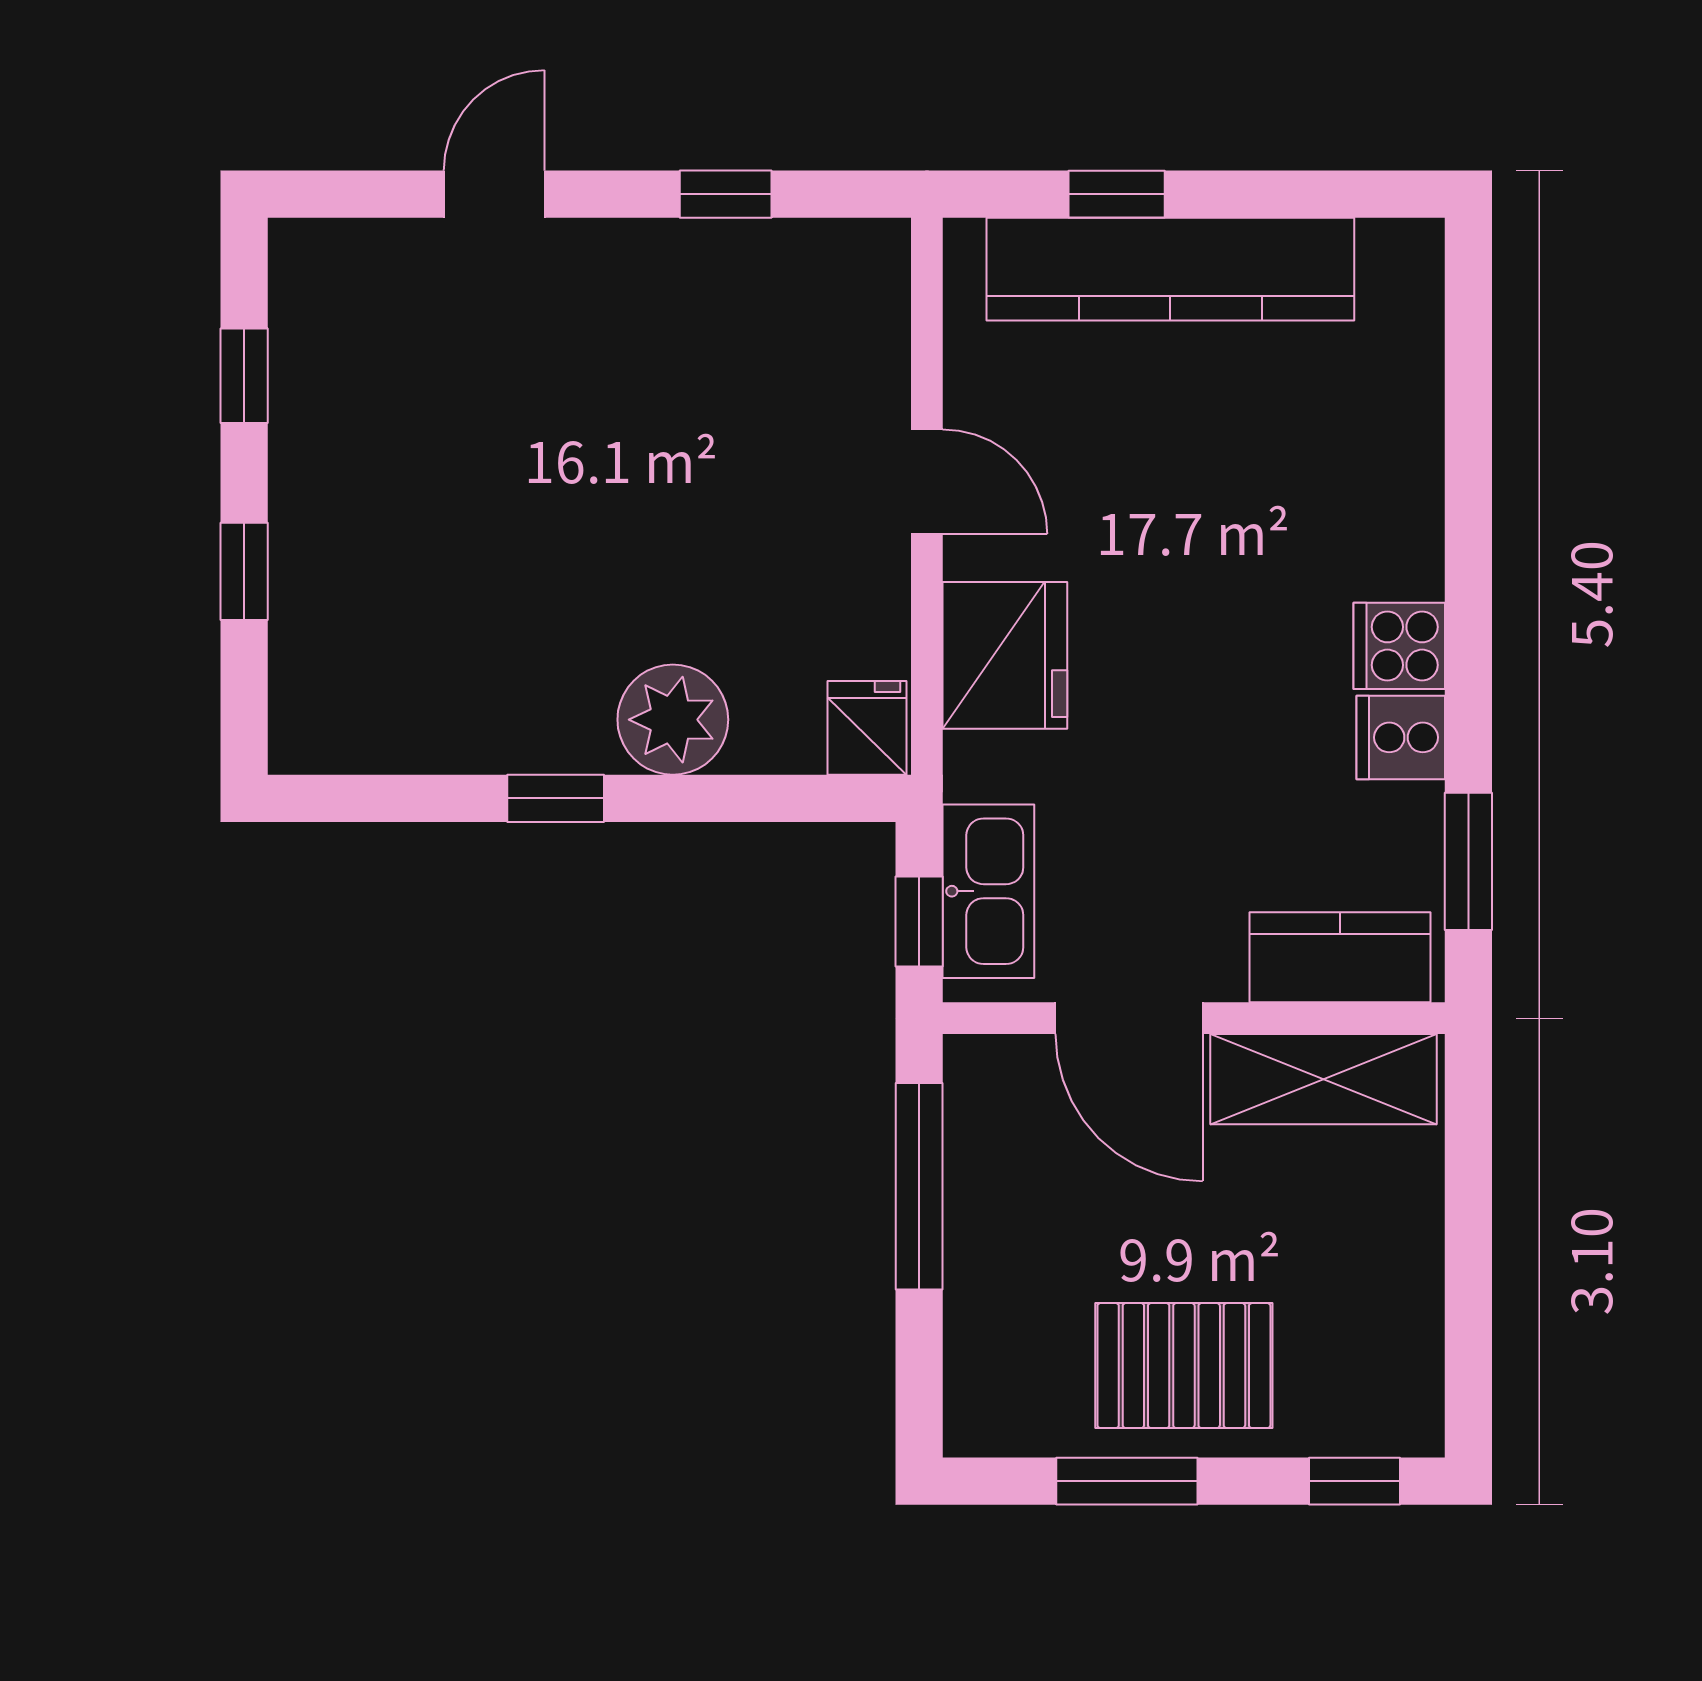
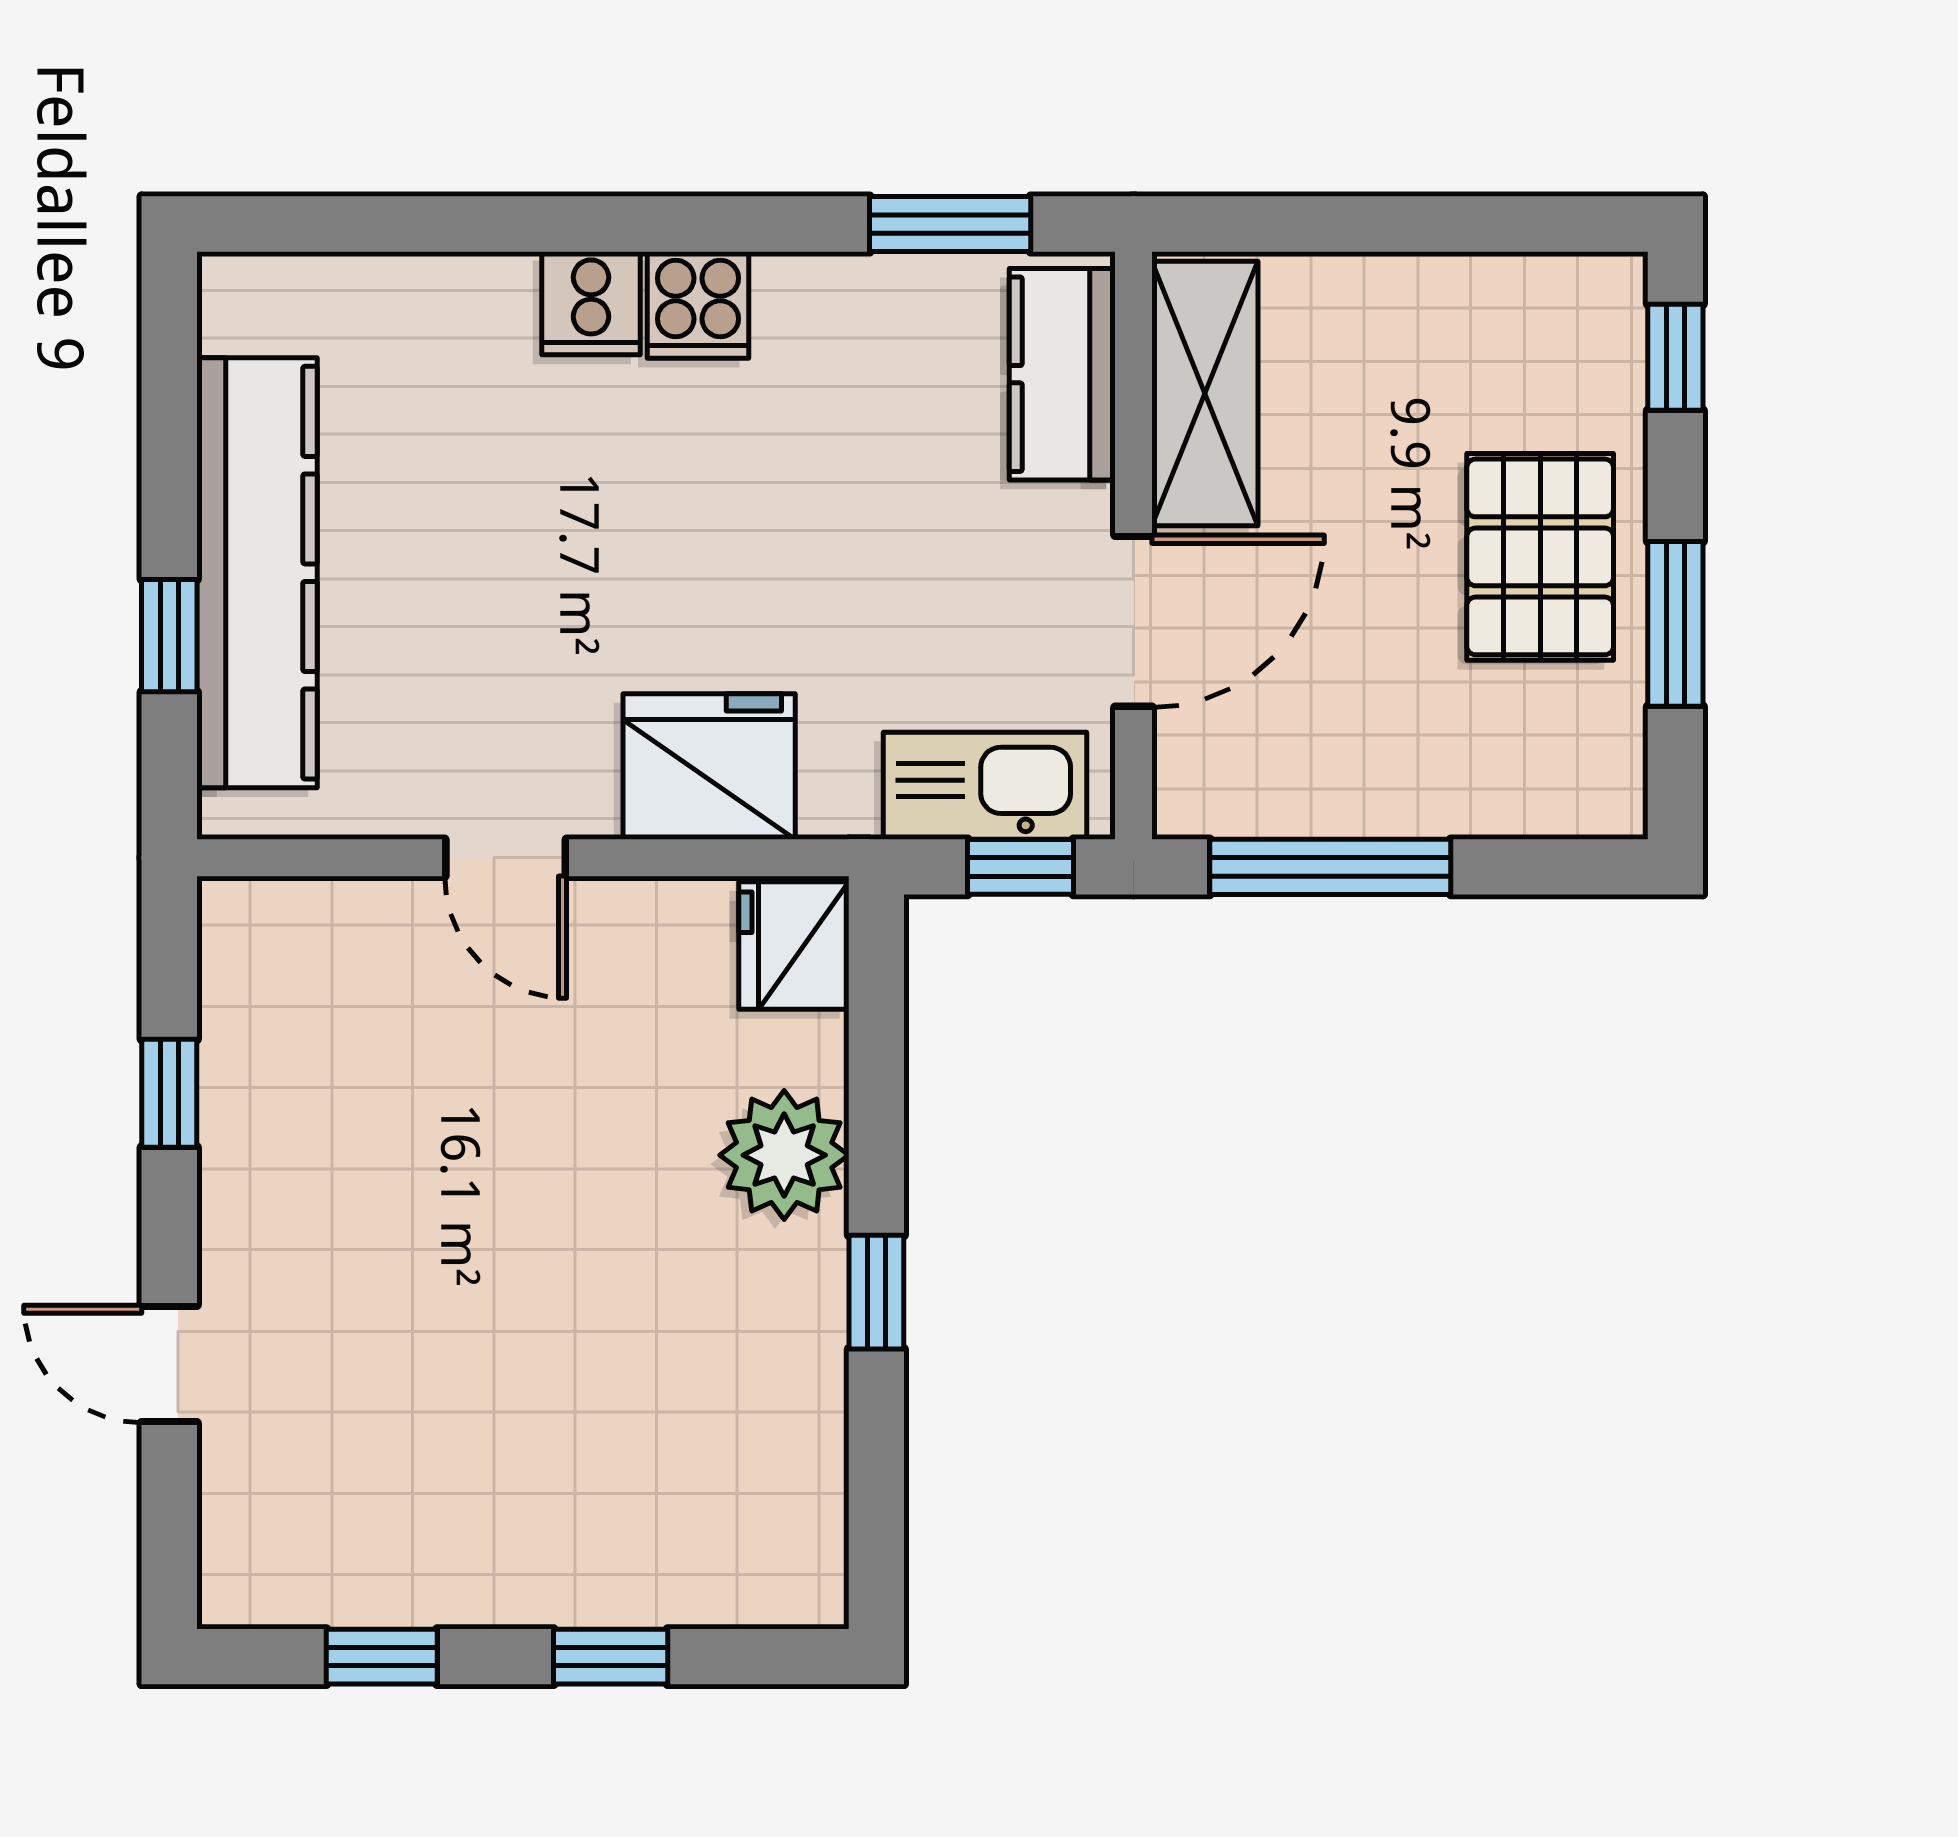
door: (927, 482) -> (506, 858), swing flipped
fridge: (867, 728) -> (794, 945), width x1.38
cooker: (1401, 737) -> (591, 303), moved

